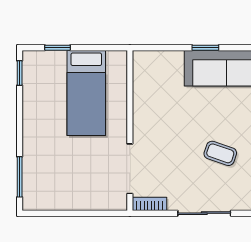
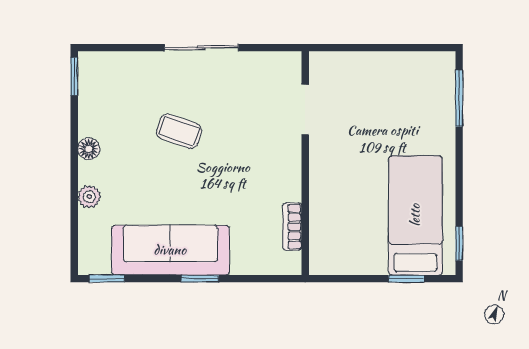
bed: (86, 93) -> (415, 215), moved
doorway: (130, 169) -> (305, 110), width x0.73
bookcase: (149, 204) -> (292, 227), moved, turned 90

